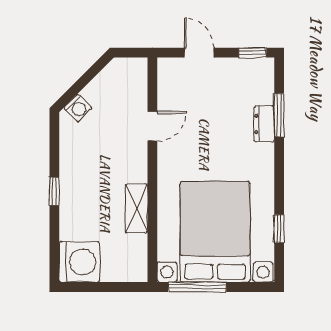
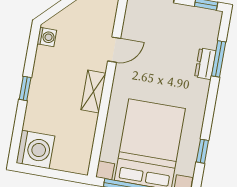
washing machine: (78, 108) -> (47, 37), moved, turned -45
shelving: (136, 209) -> (93, 91), moved

